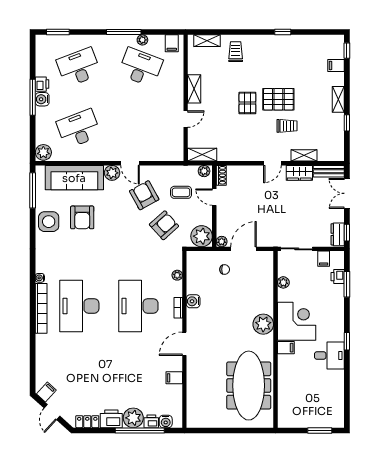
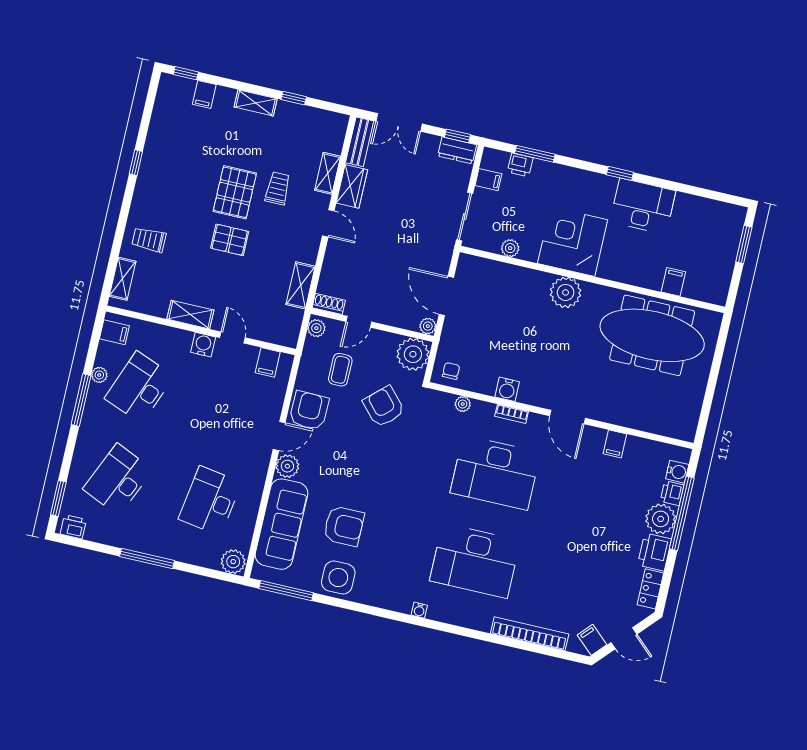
desk: (79, 67) -> (118, 480), turned 45
printer: (42, 84) -> (73, 527), moved
water cooler: (42, 99) -> (203, 345), moved, turned 180
desk: (79, 129) -> (210, 501), turned 30
filing cabinet: (175, 145) -> (268, 362), added
shelving: (202, 155) -> (301, 285), moved
armchair: (144, 195) -> (309, 411), moved, turned 120
chair: (225, 269) -> (451, 371), moved
bookcase: (41, 308) -> (530, 634), moved
filing cabinet: (286, 348) -> (673, 282), moved
desk: (329, 356) -> (643, 206), width x1.37

